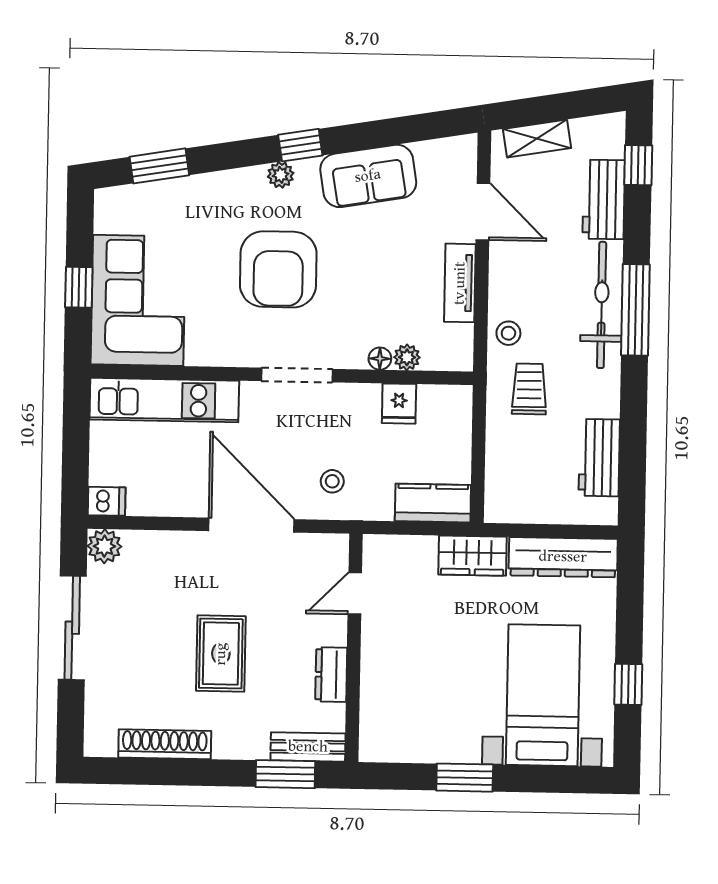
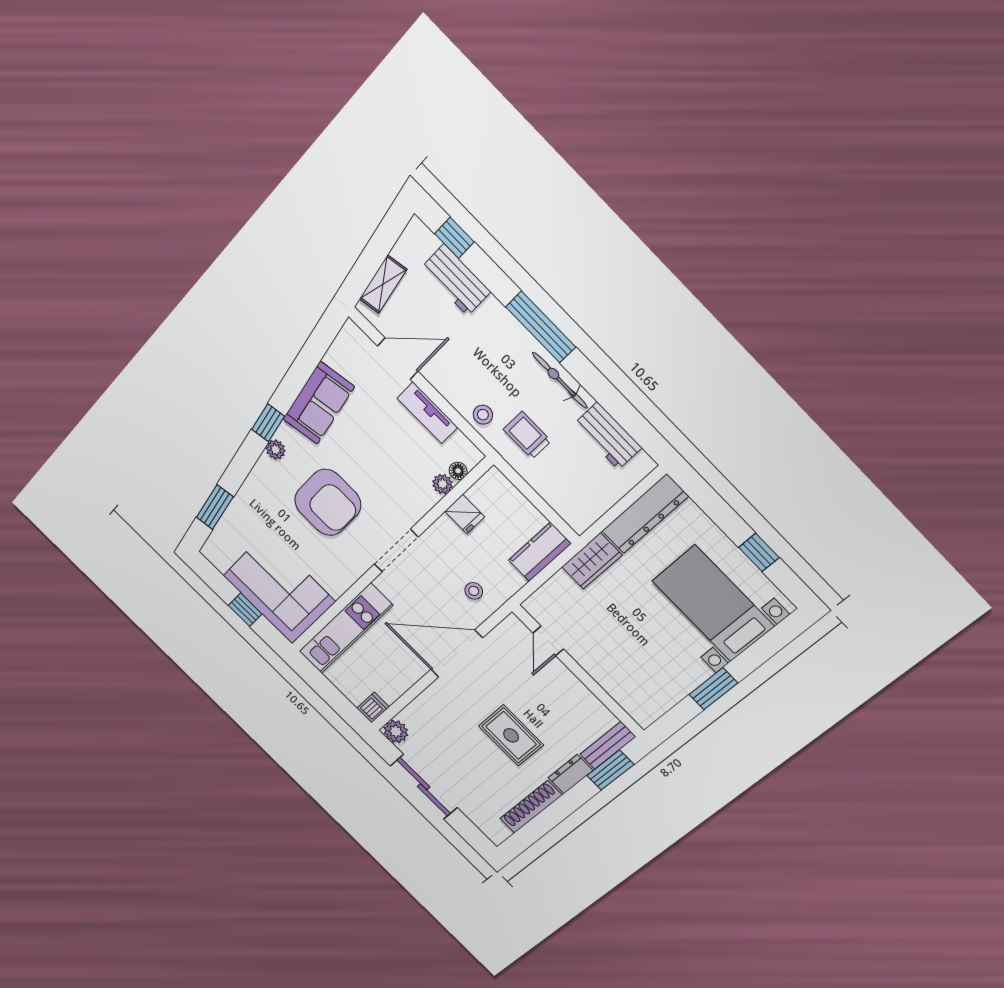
bicycle: (602, 305) -> (560, 380), moved, width x0.73, depth x0.71
floor lamp: (380, 359) -> (458, 471), moved
dresser: (331, 675) -> (571, 774), moved, turned 90

